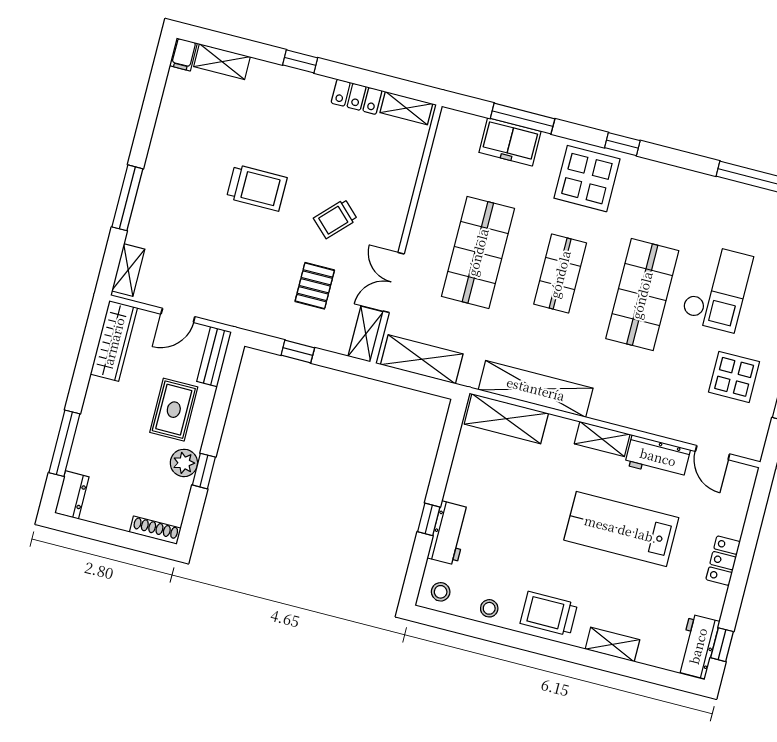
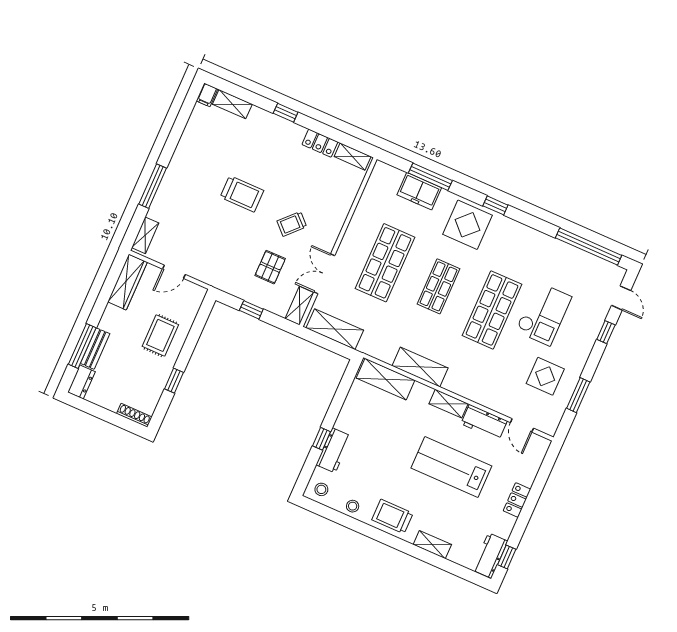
bench: (214, 357) -> (95, 349), moved
shelving: (536, 389) -> (420, 367), width x0.68
plant: (184, 463) -> (161, 373), removed

